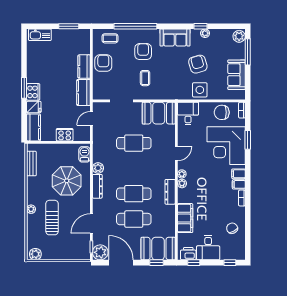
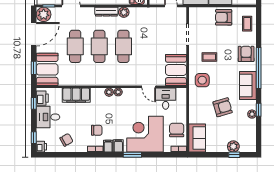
window: (135, 26) -> (259, 68), moved
plant: (239, 36) -> (233, 146), moved
armchair: (143, 52) -> (246, 54), moved, turned -90
window: (248, 52) -> (234, 155), width x0.46
armchair: (103, 63) -> (224, 17), turned 180
sofa: (237, 75) -> (197, 138), moved, turned 90
side table: (200, 90) -> (202, 80), moved
desk: (188, 113) -> (166, 99), moved, turned -90
window: (248, 140) -> (132, 155), moved
cafe table: (134, 143) -> (123, 46), moved
door: (176, 154) -> (149, 87), moved
dresser: (170, 192) -> (101, 81), removed
chair: (222, 196) -> (97, 130), added
printer: (239, 255) -> (41, 147), added

